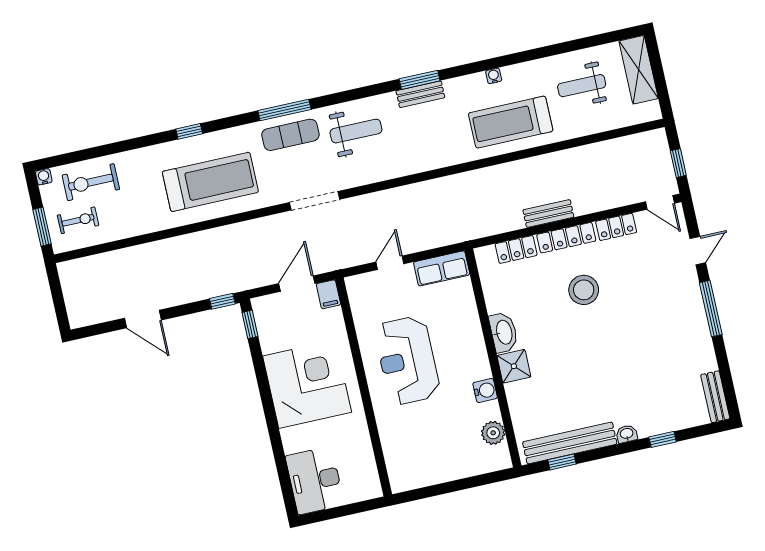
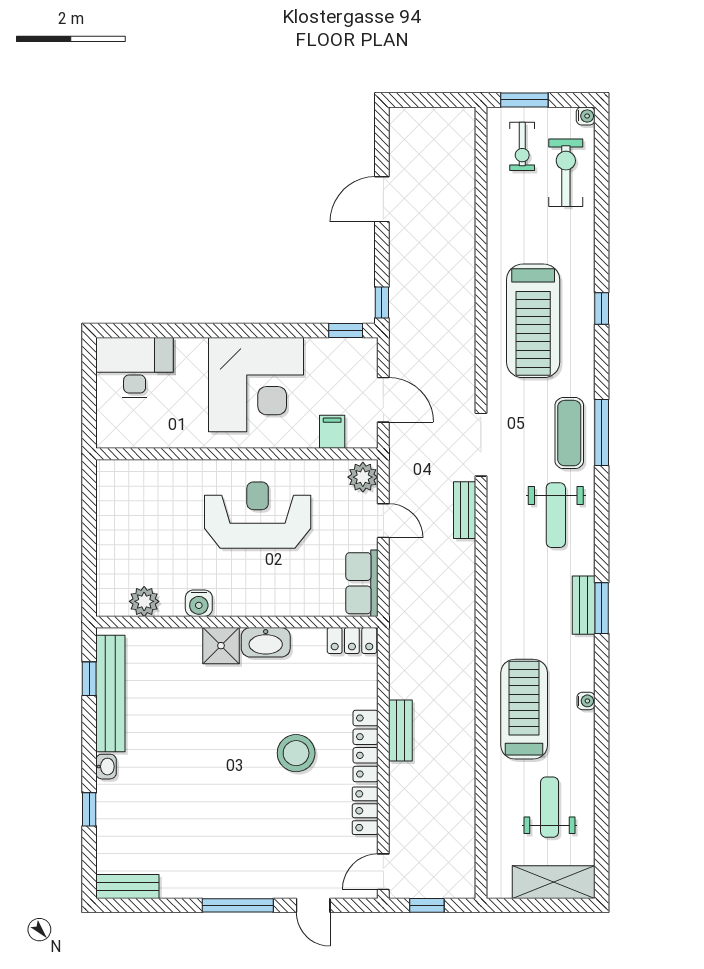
bench: (368, 202) -> (465, 510), added
locker: (516, 250) -> (352, 640), moved, turned -90
plant: (360, 286) -> (363, 477), added
filing cabinet: (328, 294) -> (332, 432), moved, turned 90

